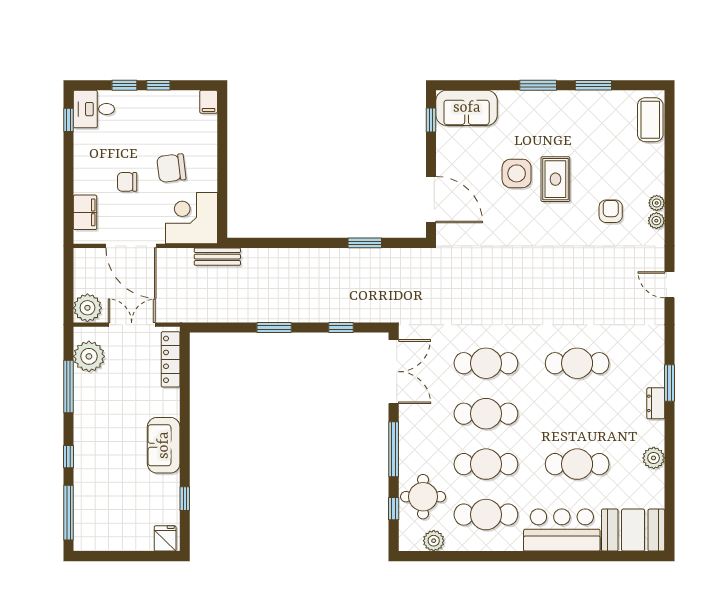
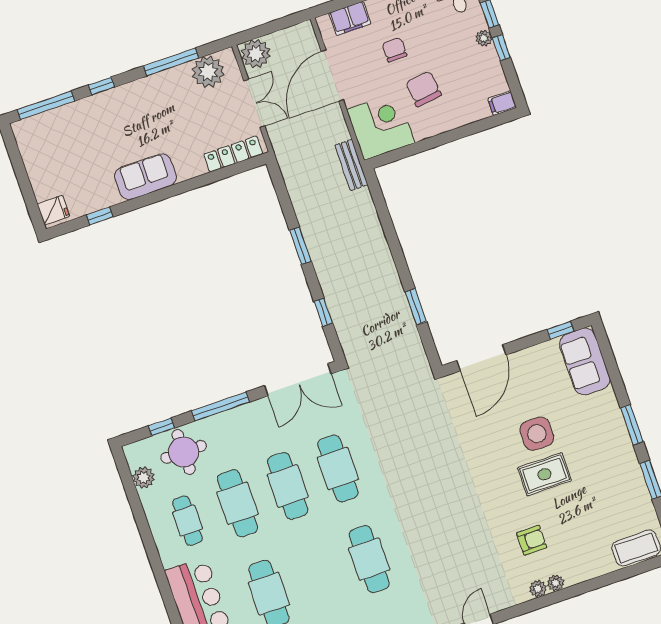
plant: (145, 98) -> (484, 38), added
cafe table: (486, 515) -> (187, 521), width x0.73, depth x0.74

